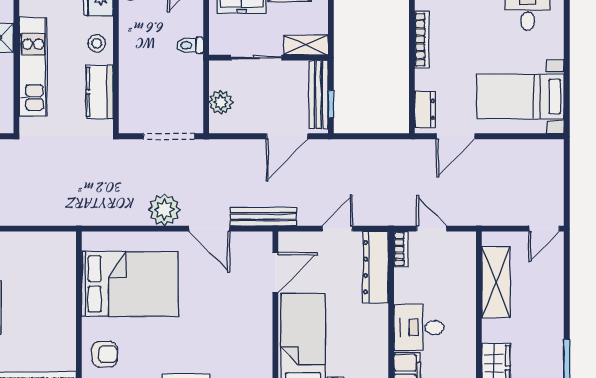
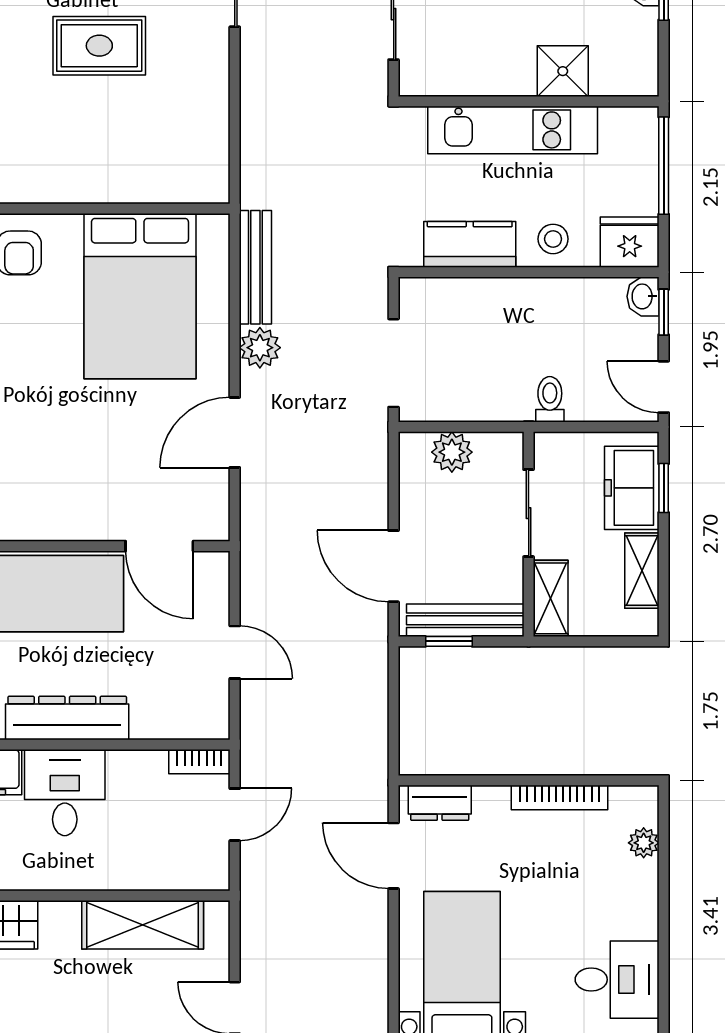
plant: (164, 210) -> (260, 348), width x0.73, depth x0.73
bench: (263, 217) -> (255, 267), moved
dresser: (375, 267) -> (67, 718), moved

